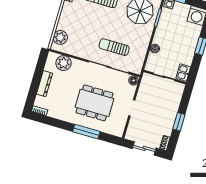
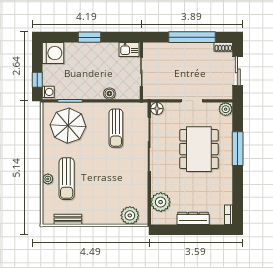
sun lounger: (114, 47) -> (116, 128), moved
window: (179, 122) -> (192, 37), width x2.11
plant: (118, 131) -> (226, 109), added

